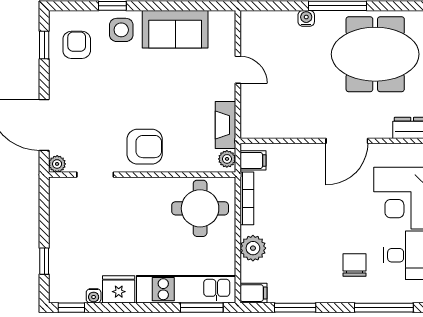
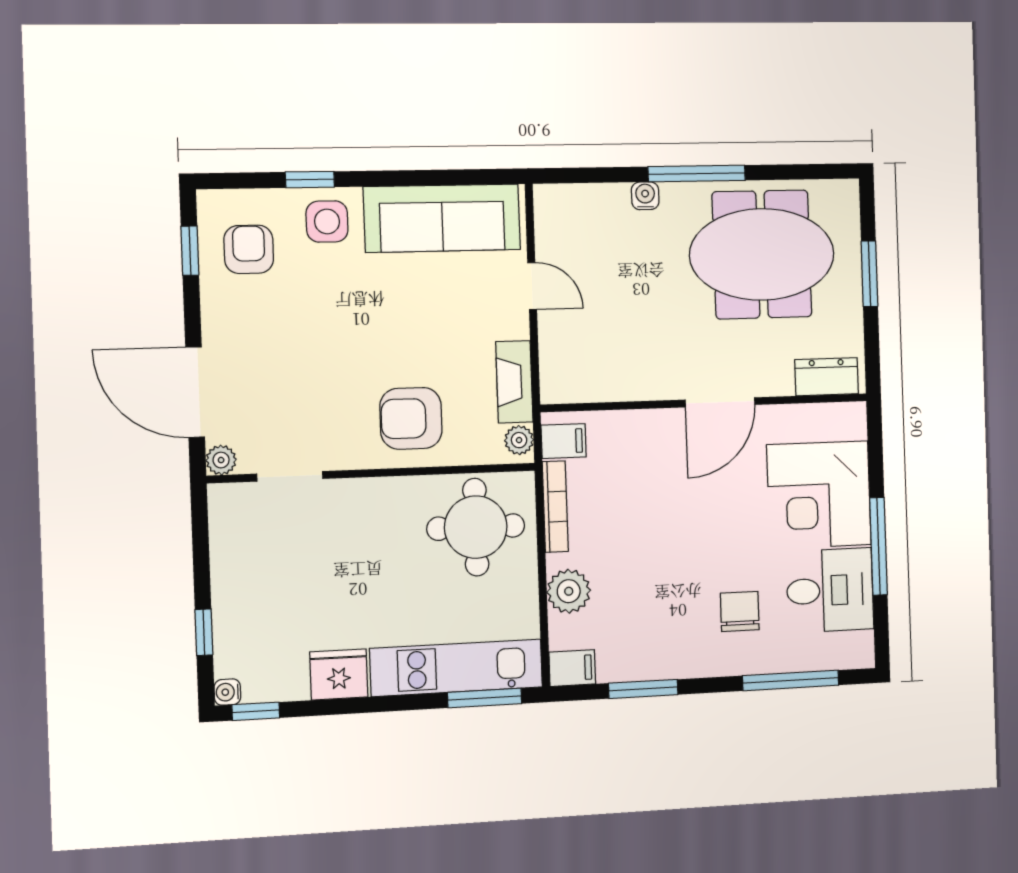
sofa: (175, 29) -> (442, 218), width x1.36
armchair: (145, 147) -> (411, 418), moved, turned 180
water cooler: (94, 296) -> (227, 692), moved, turned 90

